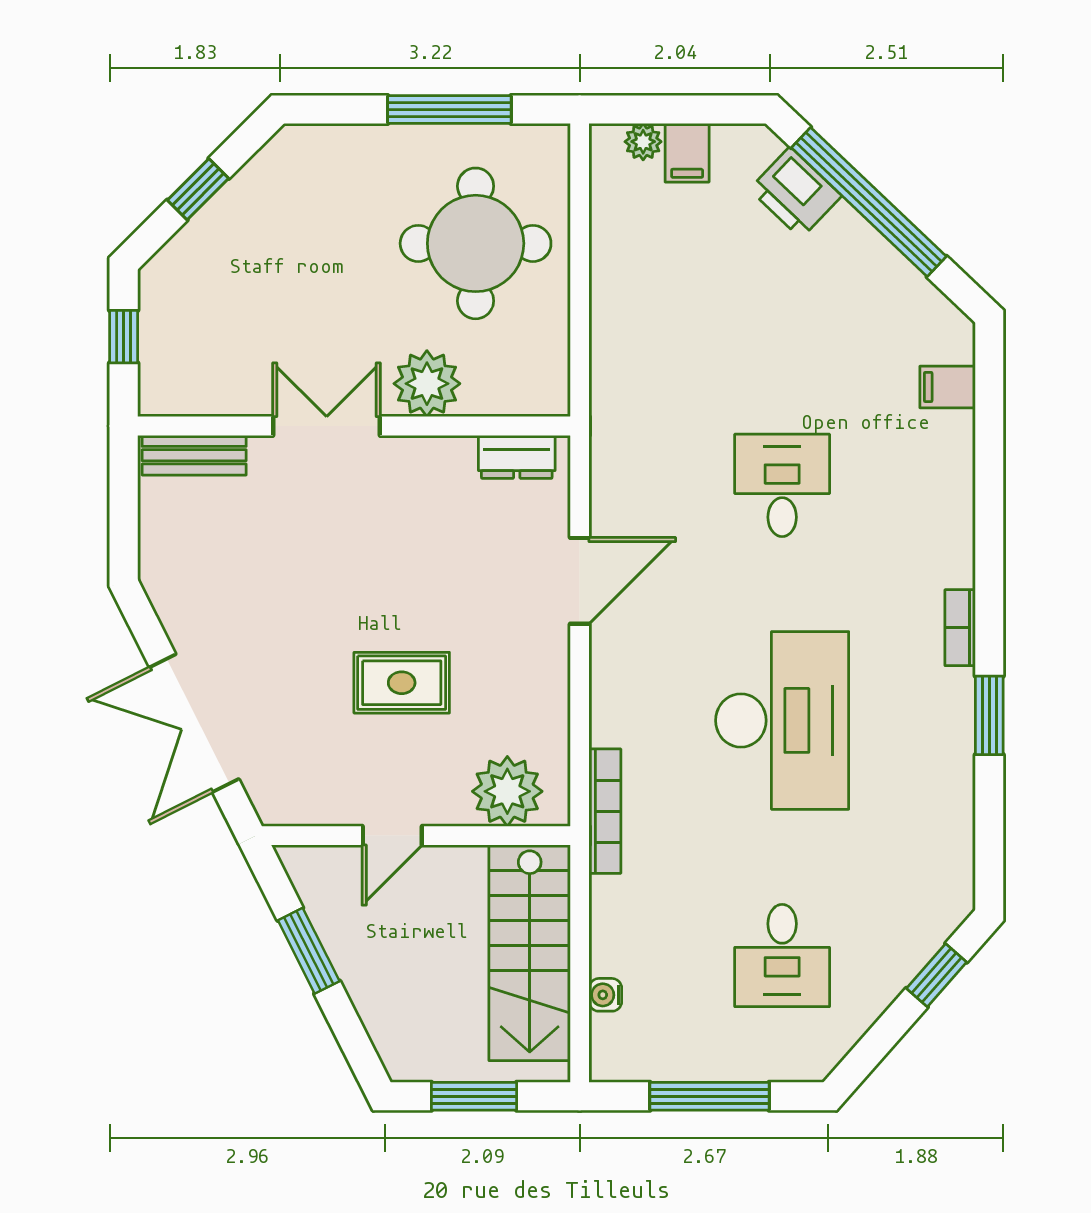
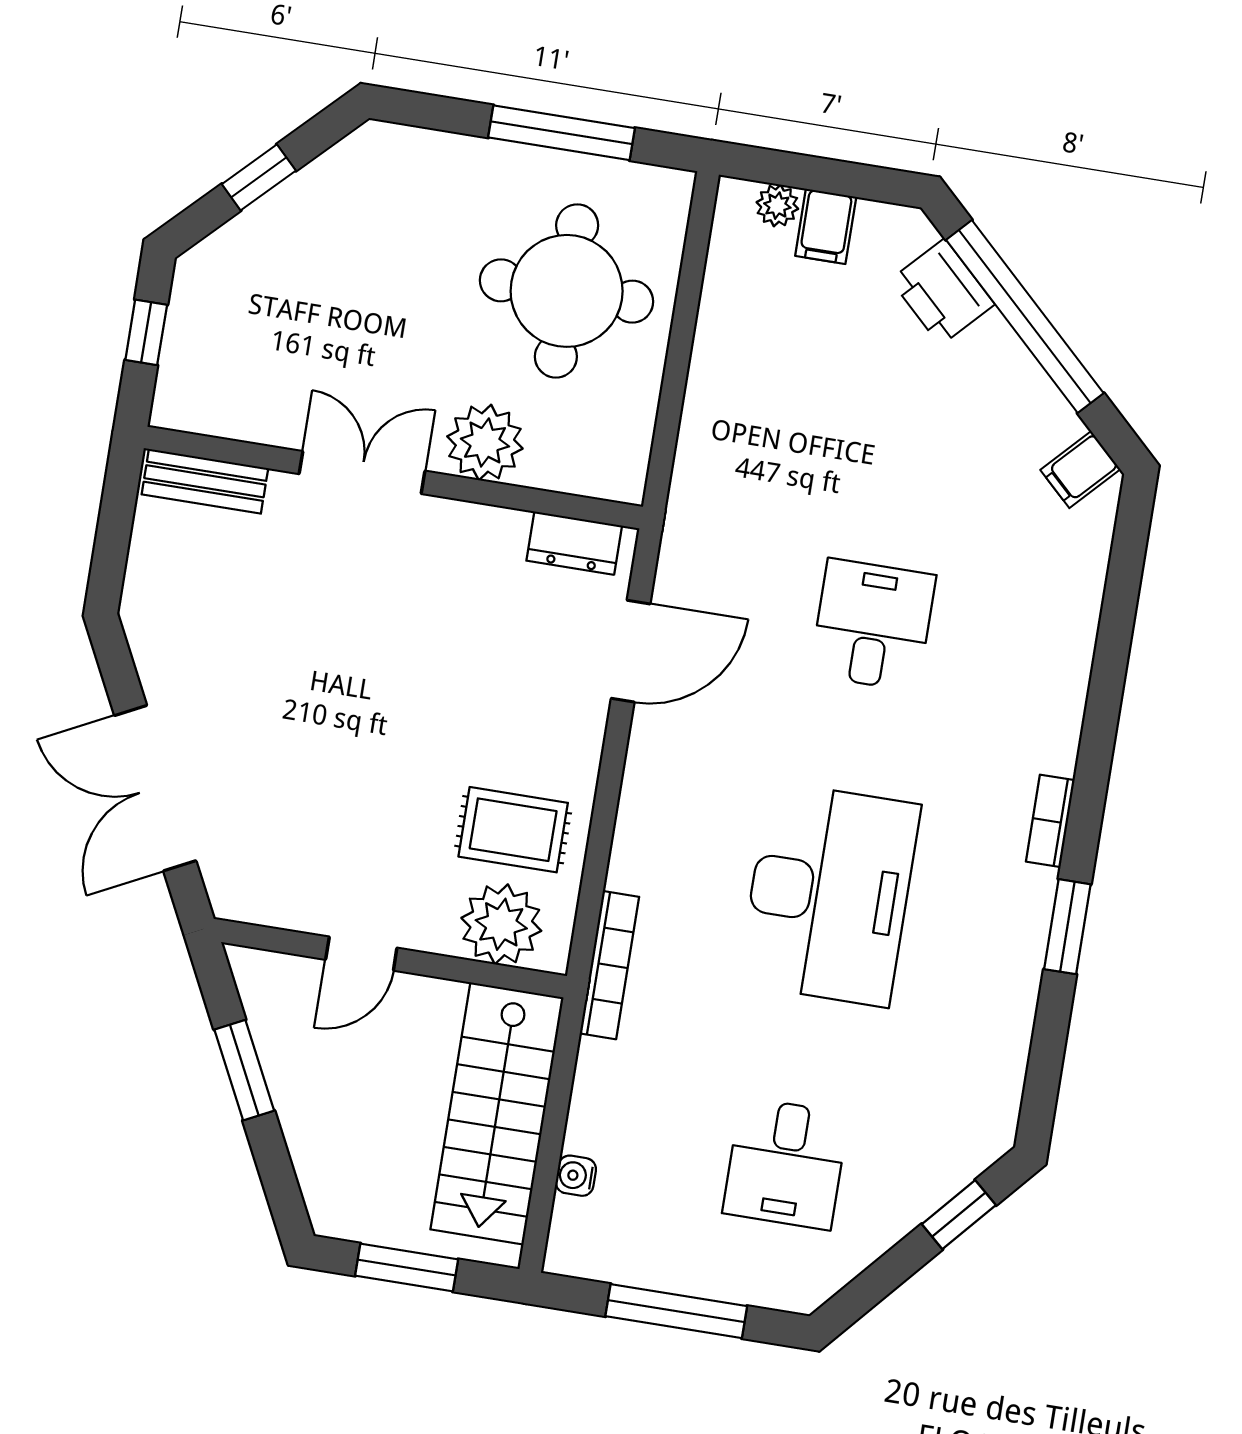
filing cabinet: (948, 387) -> (1080, 469), moved, turned -46
door: (580, 581) -> (631, 651), moved
rug: (402, 683) -> (513, 830), moved

